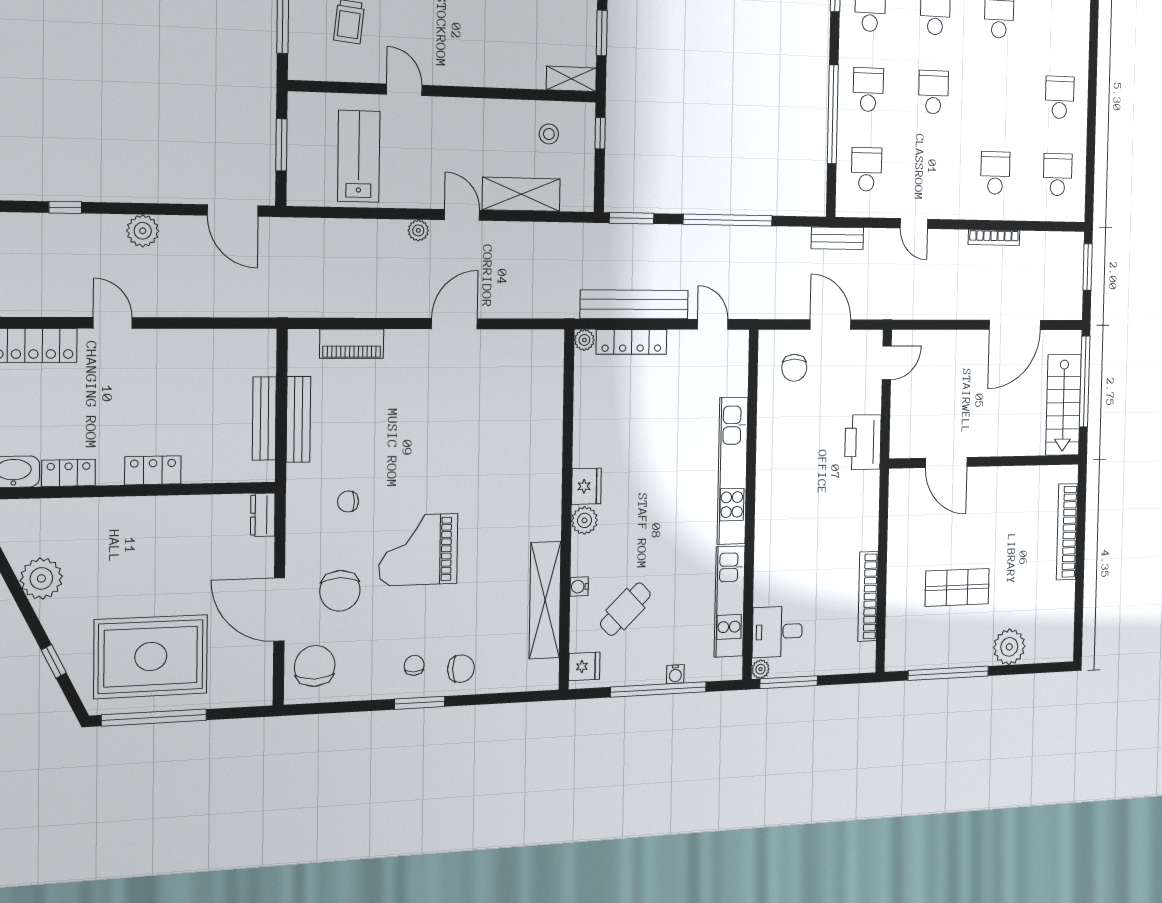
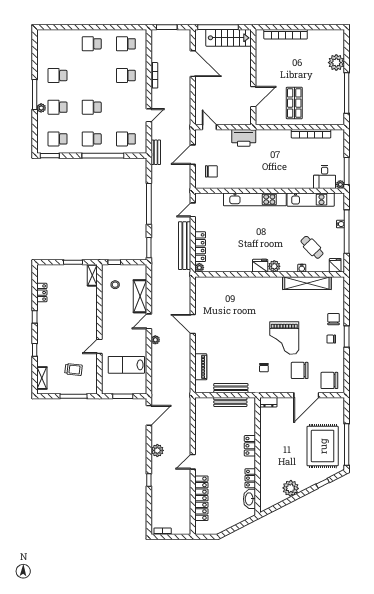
shop shelf: (957, 587) -> (294, 103), moved
chair: (340, 591) -> (300, 370), turned 180

